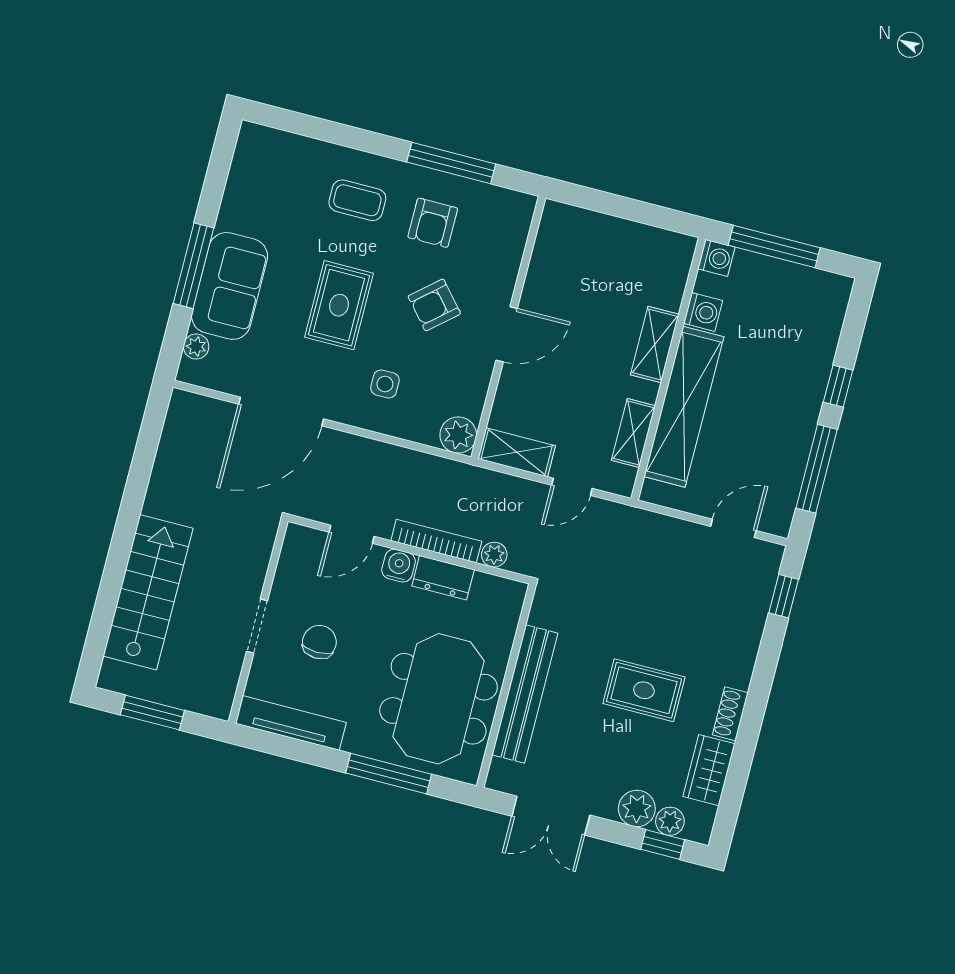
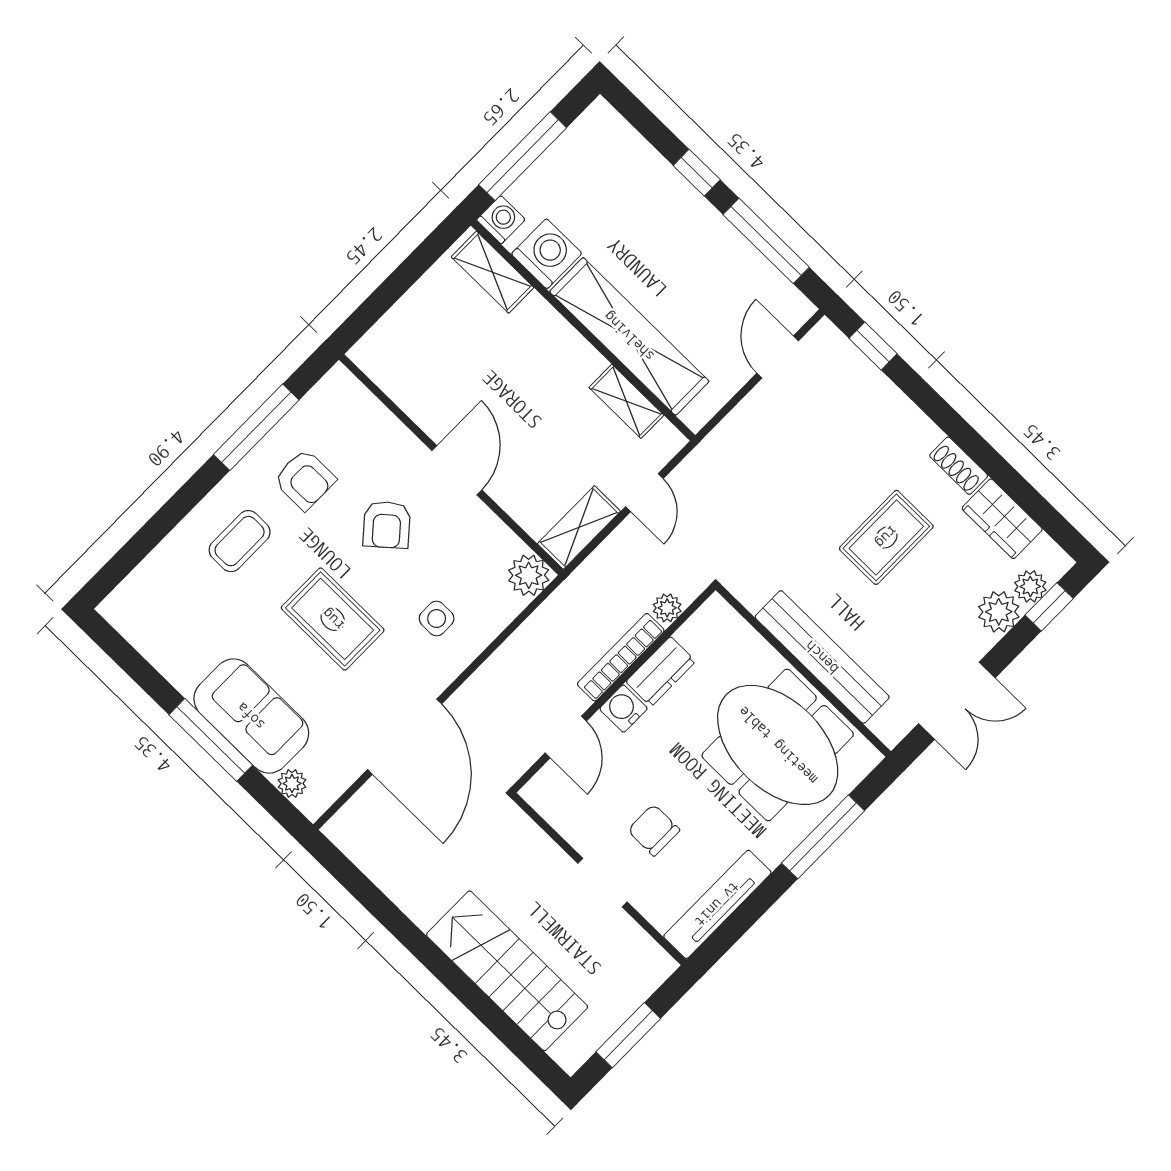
washing machine: (703, 312) -> (547, 254), width x1.38, depth x1.38
shelving: (655, 345) -> (493, 272), moved

